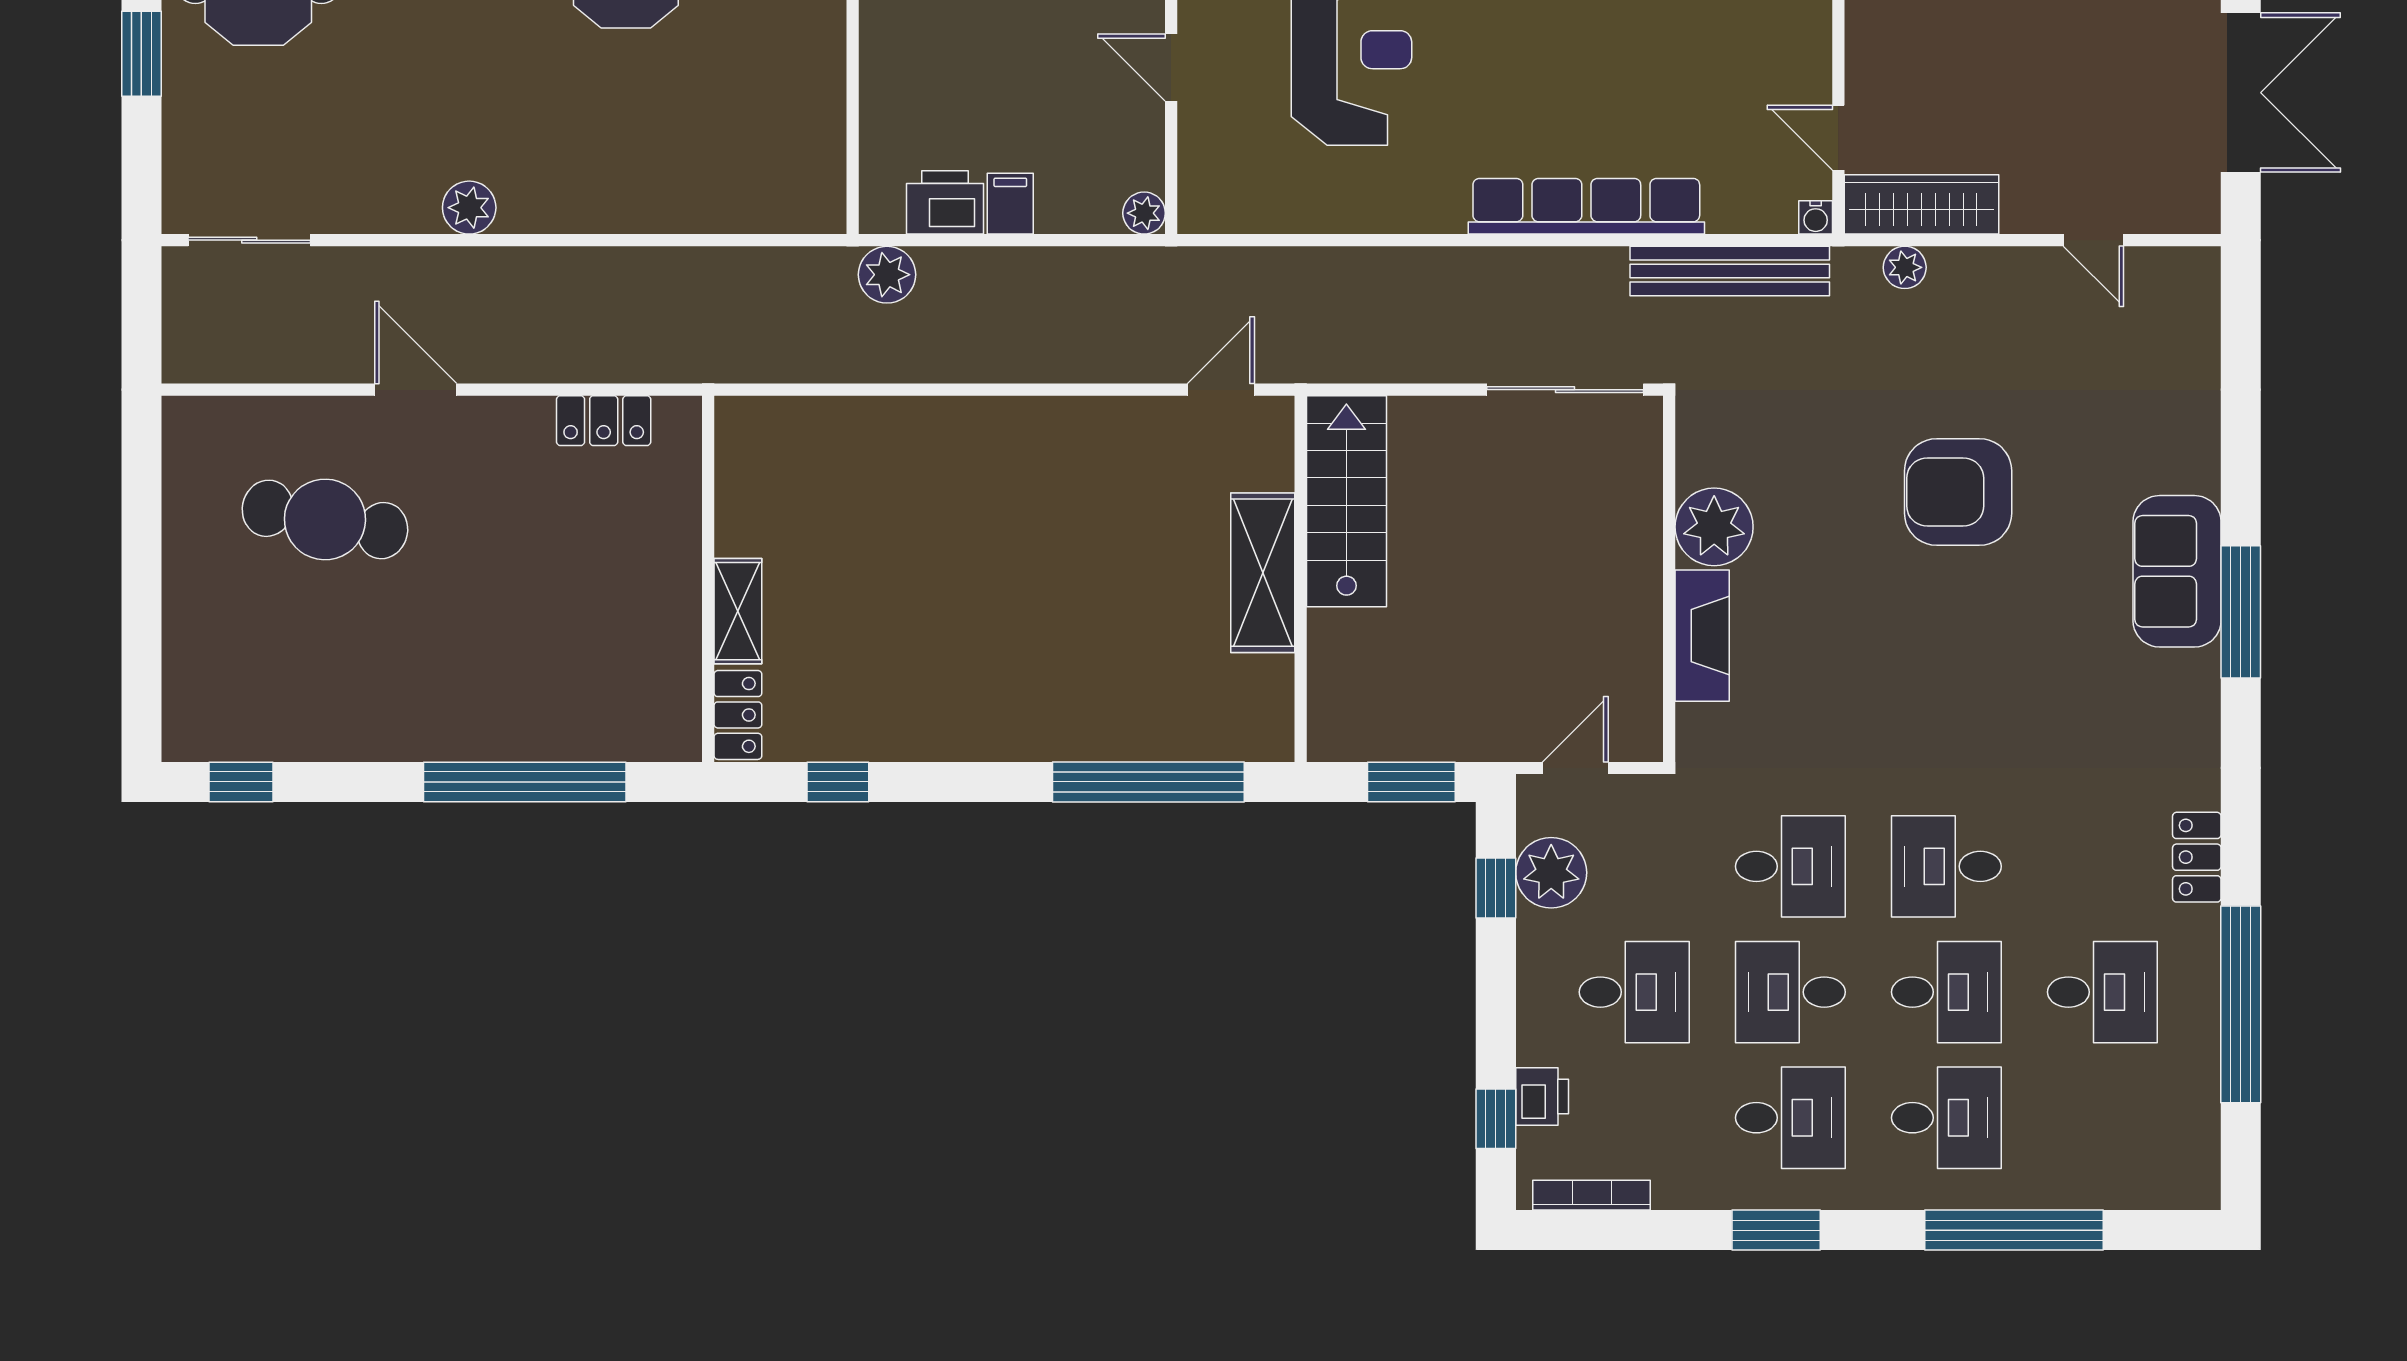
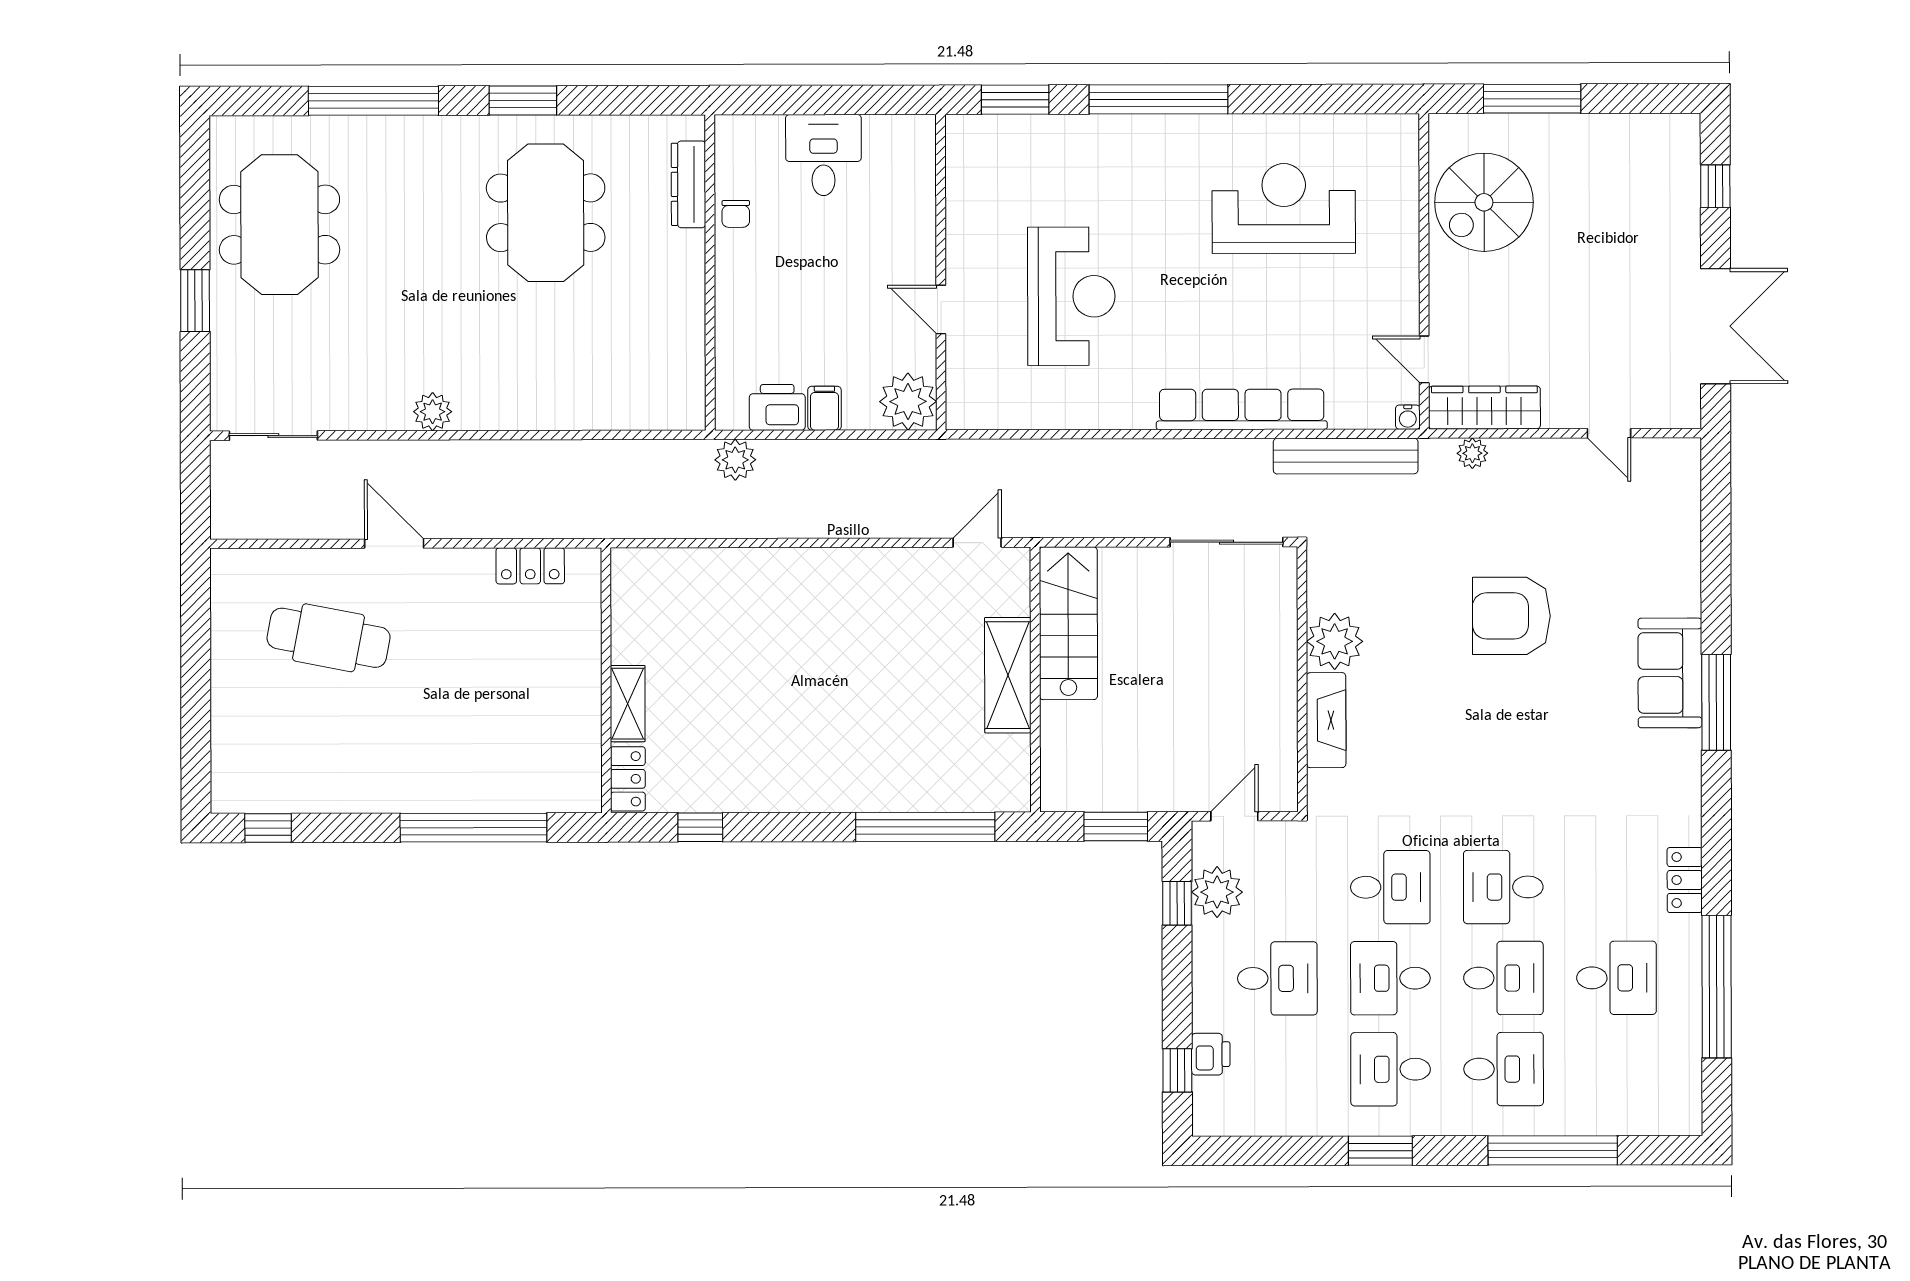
plant: (1144, 213) -> (908, 401), width x1.87, depth x1.87
desk: (1790, 1118) -> (1391, 1069), turned 180
bookcase: (1592, 1195) -> (1247, 1126), removed

